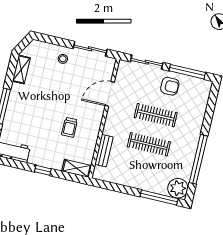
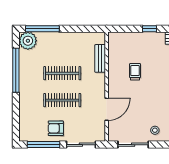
shelving: (77, 168) -> (120, 37), removed

